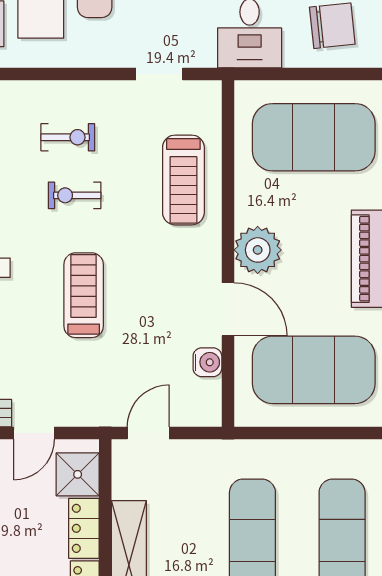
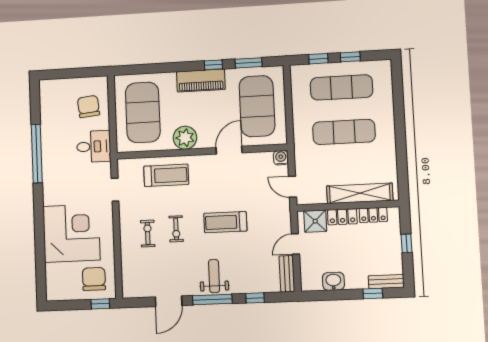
plant: (258, 250) -> (185, 138), moved
water cooler: (207, 362) -> (281, 158), moved
door: (34, 433) -> (295, 244), swing flipped

